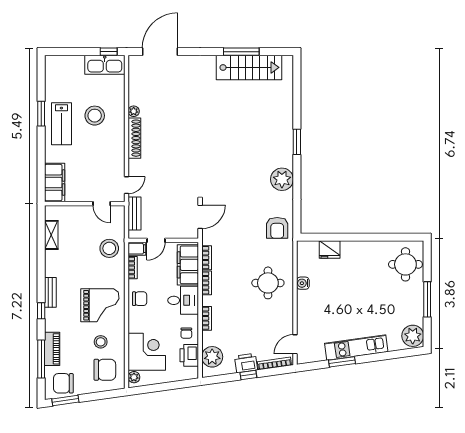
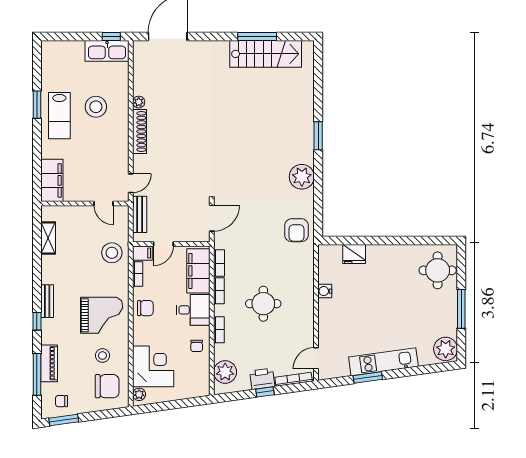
round table: (268, 283) -> (263, 304), moved
printer: (189, 355) -> (200, 370), removed
chair: (63, 383) -> (61, 401), width x0.54, depth x0.54

